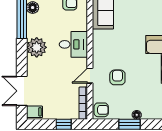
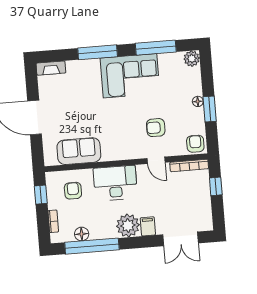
desk: (73, 44) -> (115, 183), width x1.37
filing cabinet: (35, 112) -> (148, 226), moved

